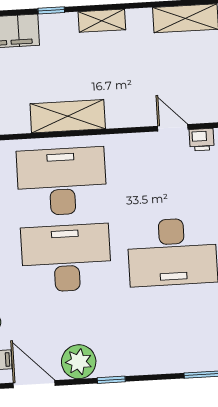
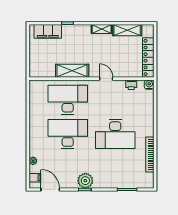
shelving: (102, 21) -> (102, 29), moved
door: (173, 128) -> (106, 79), moved
plant: (79, 362) -> (85, 181), moved

